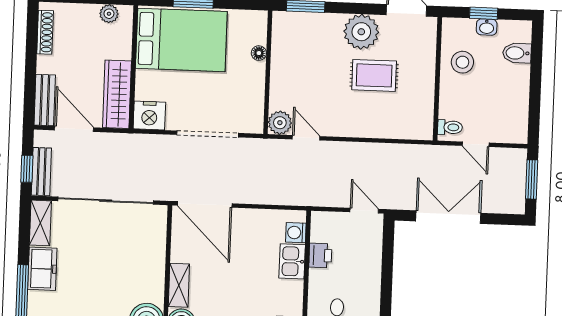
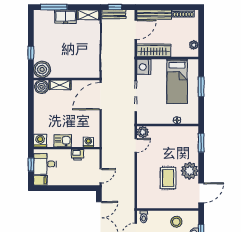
bed: (181, 40) -> (177, 81), width x0.67
bench: (45, 100) -> (154, 15), width x1.36
kitchen sink: (292, 261) -> (63, 141), moved

